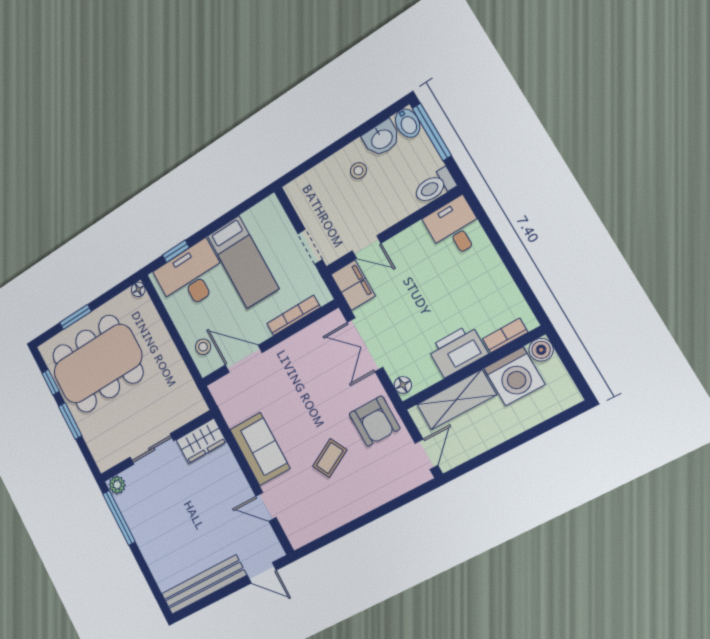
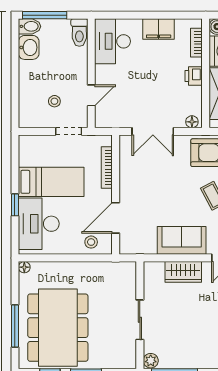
stool: (358, 171) -> (54, 101), moved
desk: (454, 228) -> (113, 41), width x1.37
window: (176, 251) -> (15, 205), moved
filing cabinet: (353, 285) -> (159, 29), moved, turned 180
window: (75, 317) -> (15, 326), width x1.44
printer: (457, 351) -> (194, 76), width x0.53, depth x0.68
wardrobe: (201, 441) -> (183, 272), moved, turned 90

